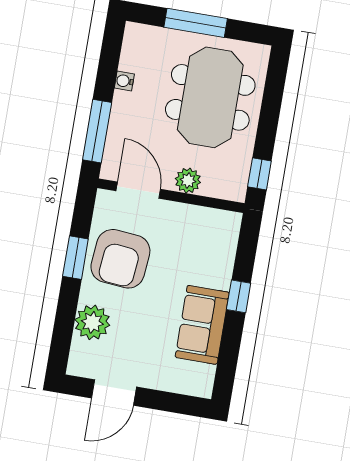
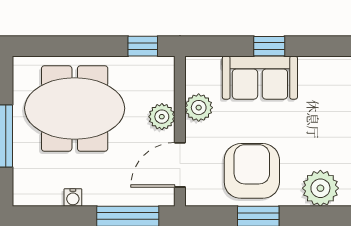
plant: (191, 218) -> (199, 108), added
armchair: (120, 259) -> (252, 171), turned -95
sofa: (202, 325) -> (260, 78), moved

